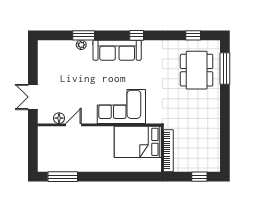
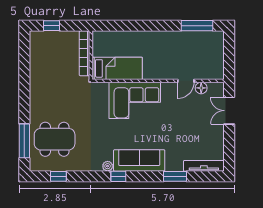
tv unit: (56, 45) -> (204, 166), added
plant: (81, 45) -> (108, 166), moved
dining table: (197, 70) -> (55, 139), turned 90
double door: (33, 97) -> (229, 111), swing flipped
bed: (138, 142) -> (117, 68), width x0.67

